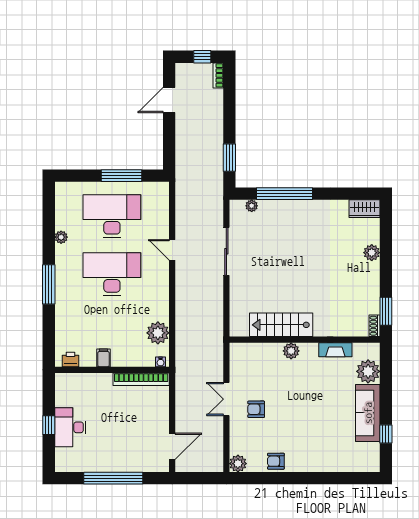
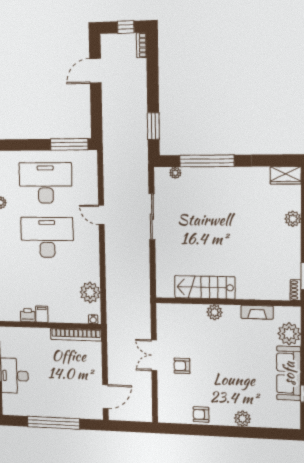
window: (121, 176) -> (69, 144), moved
printer: (70, 359) -> (28, 315), moved
plant: (238, 464) -> (243, 419), moved

